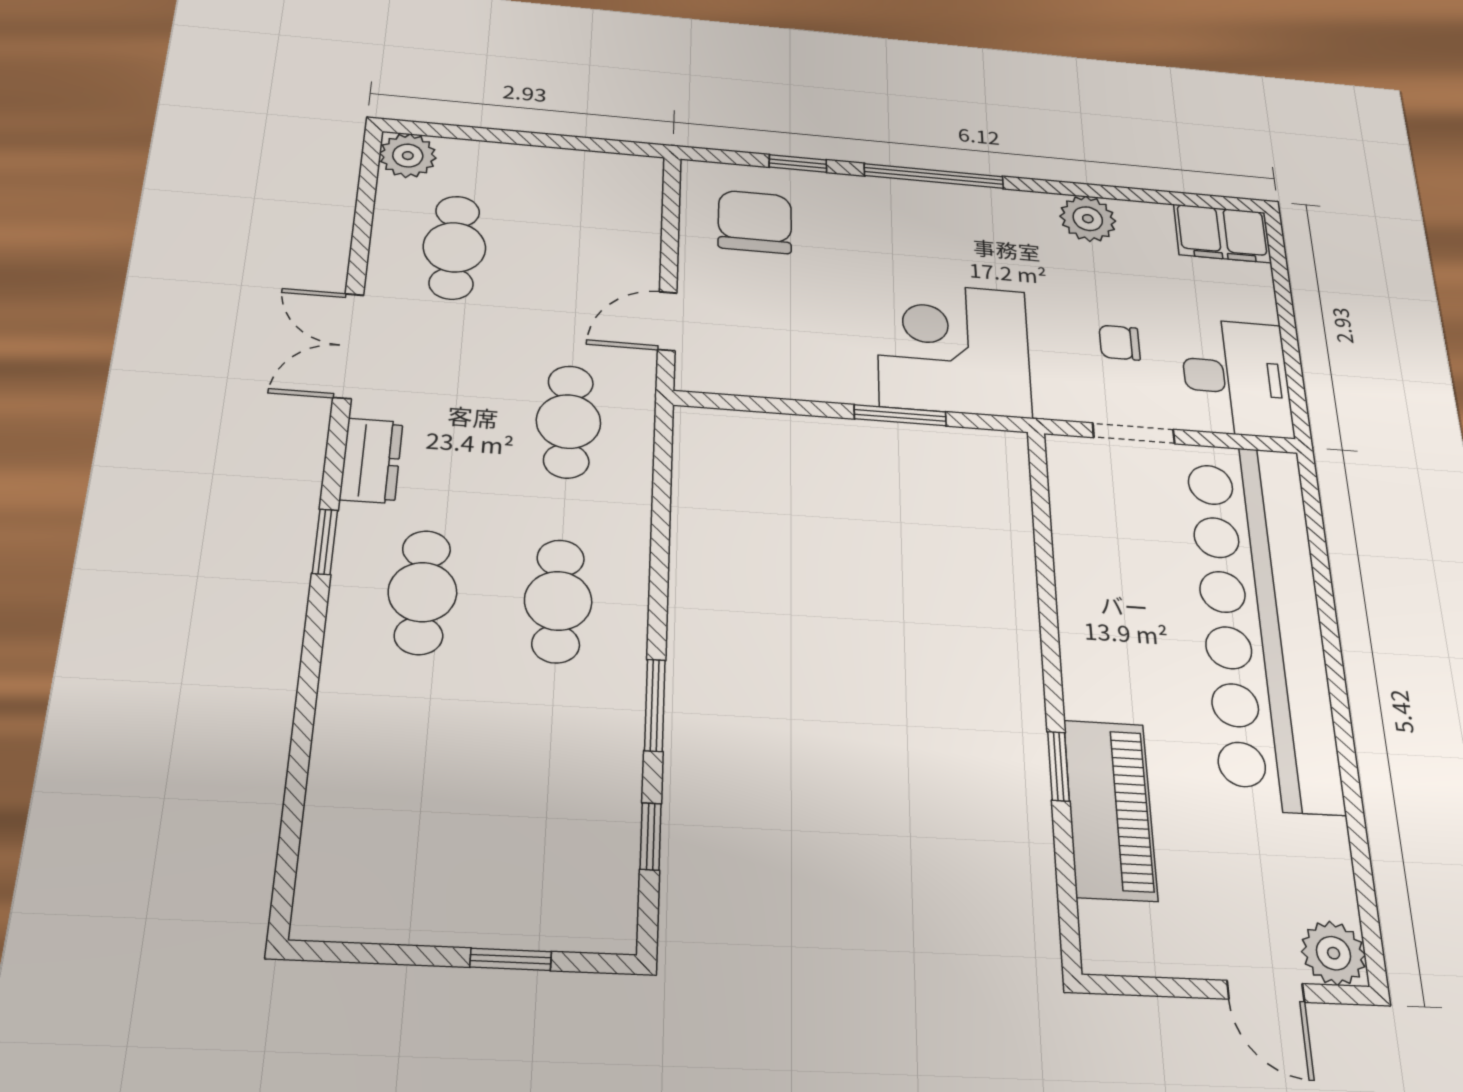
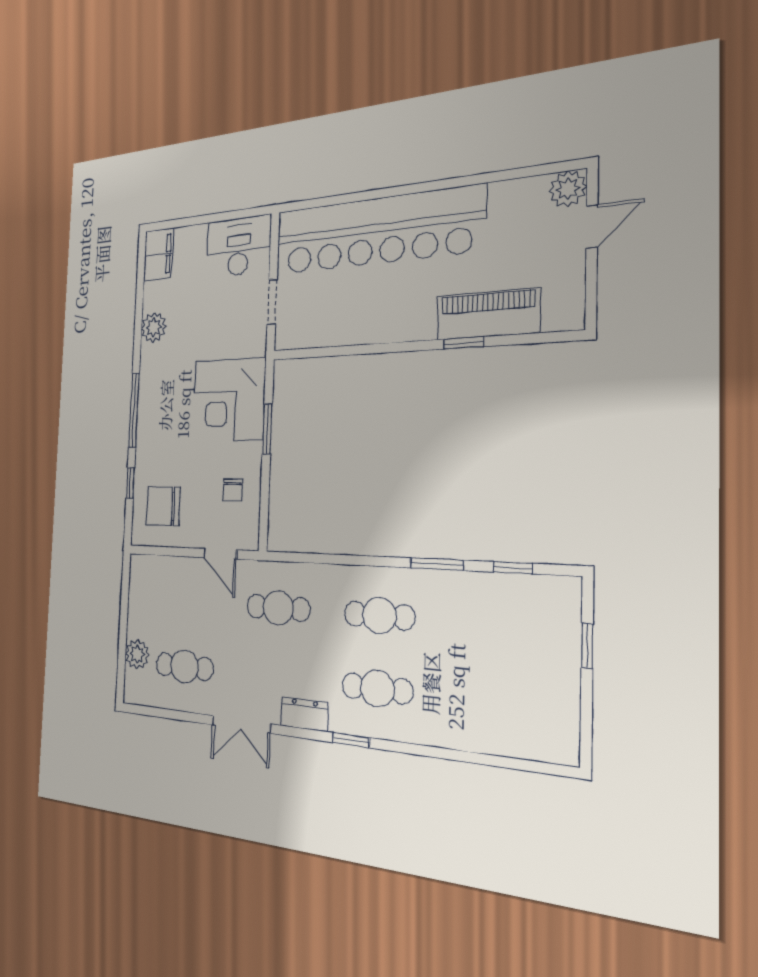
plant: (408, 156) -> (137, 654), moved
chair: (1120, 343) -> (233, 490), moved

